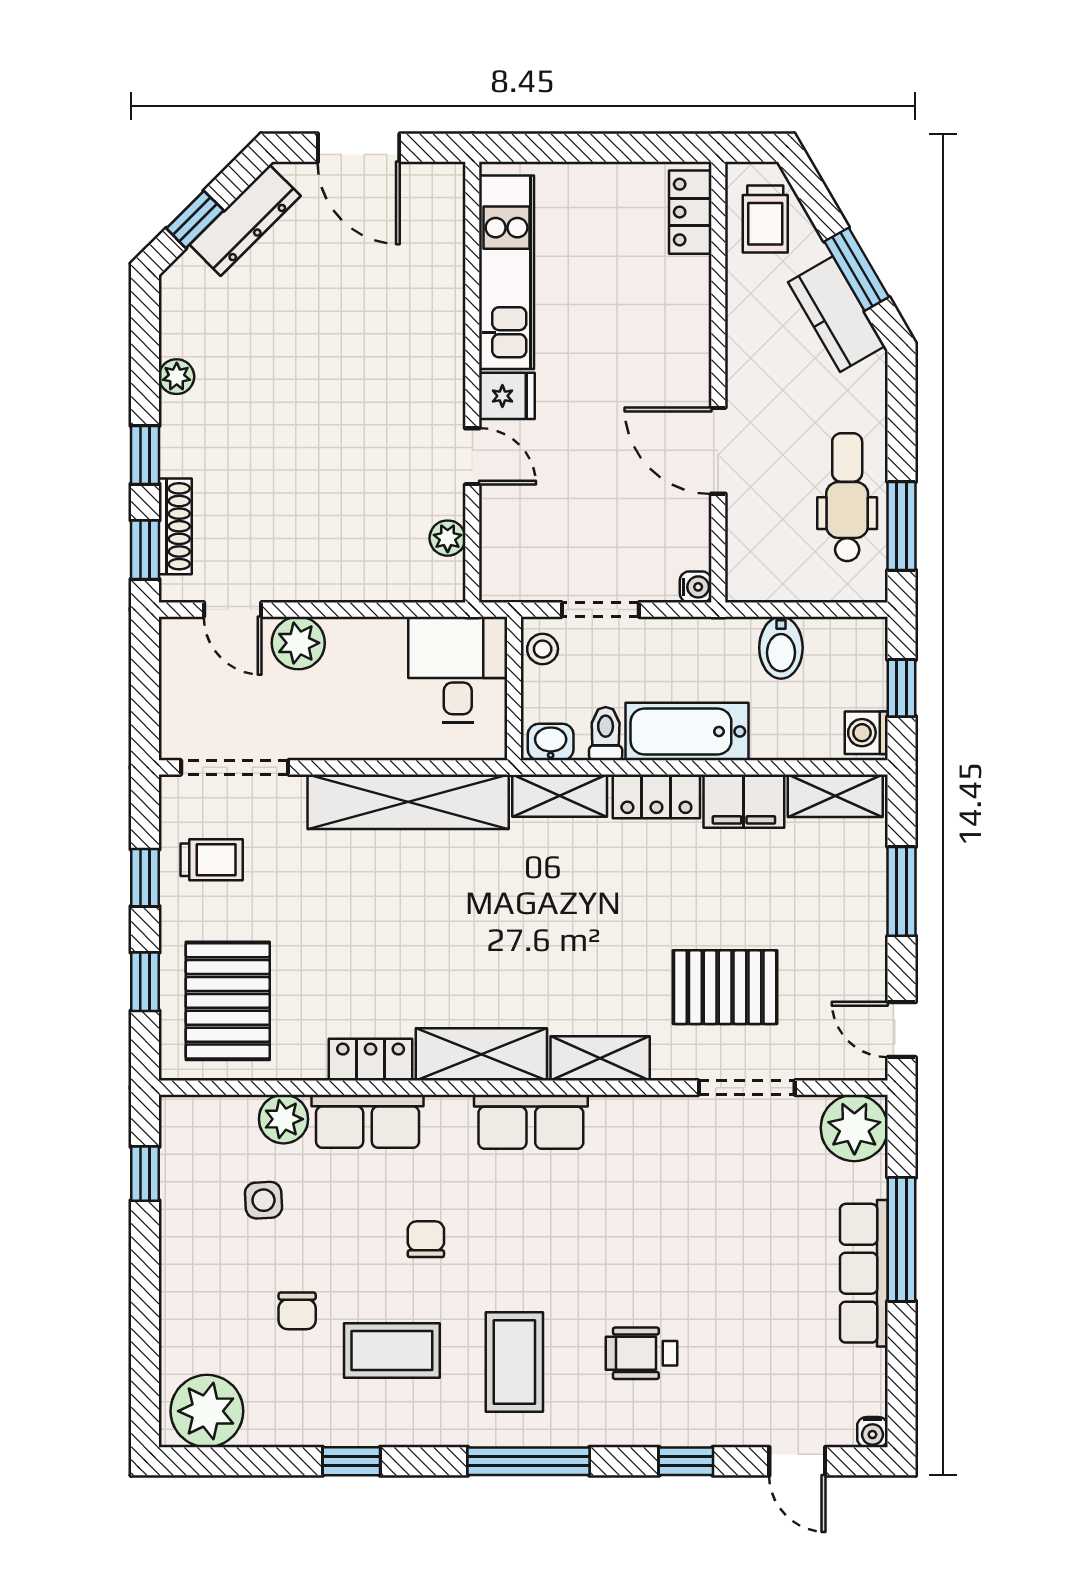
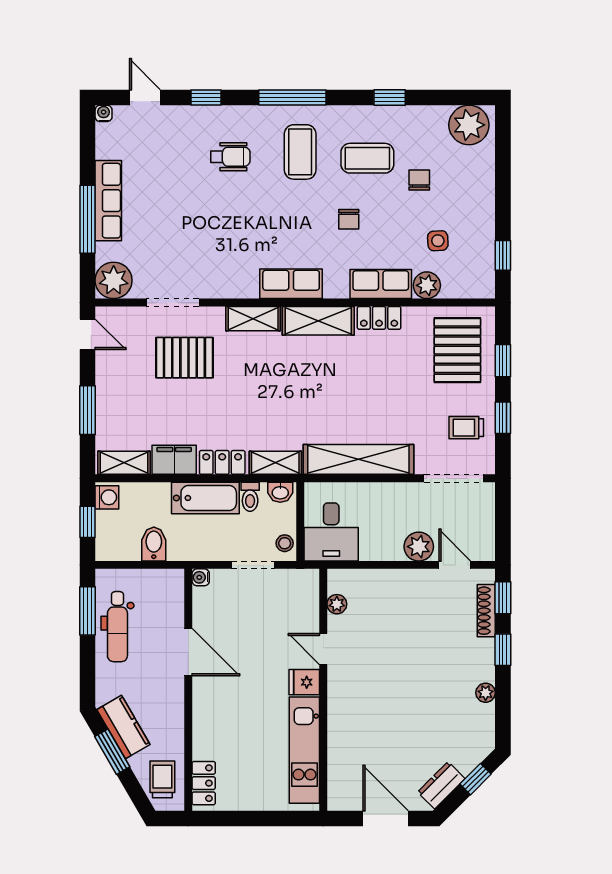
dresser: (245, 220) -> (441, 785), width x0.70

